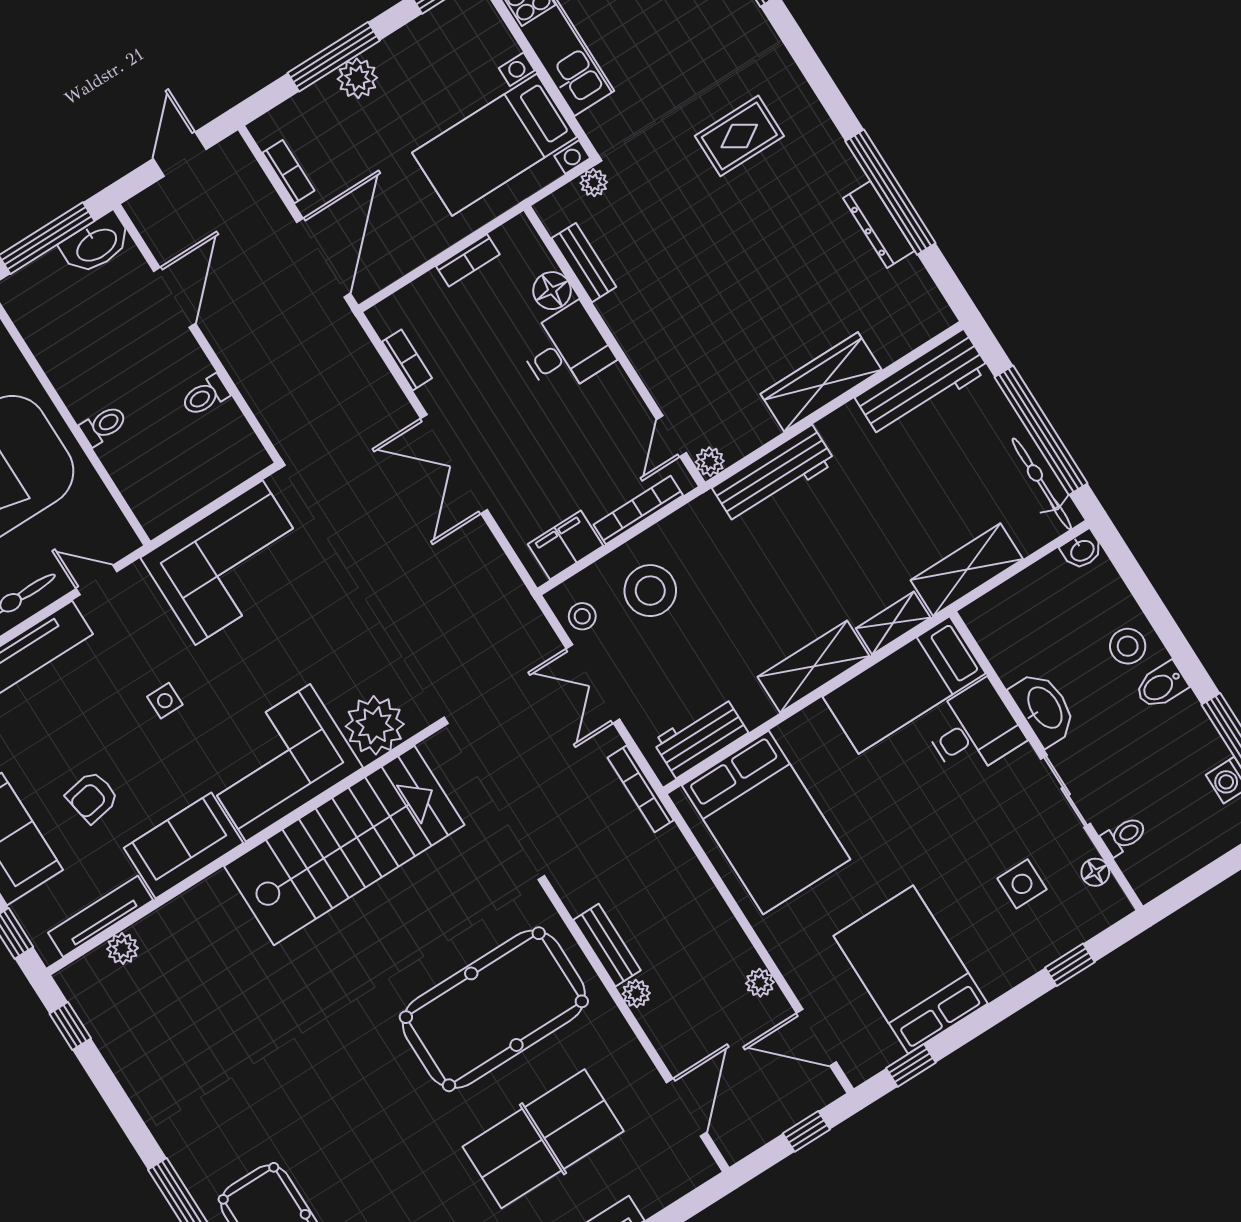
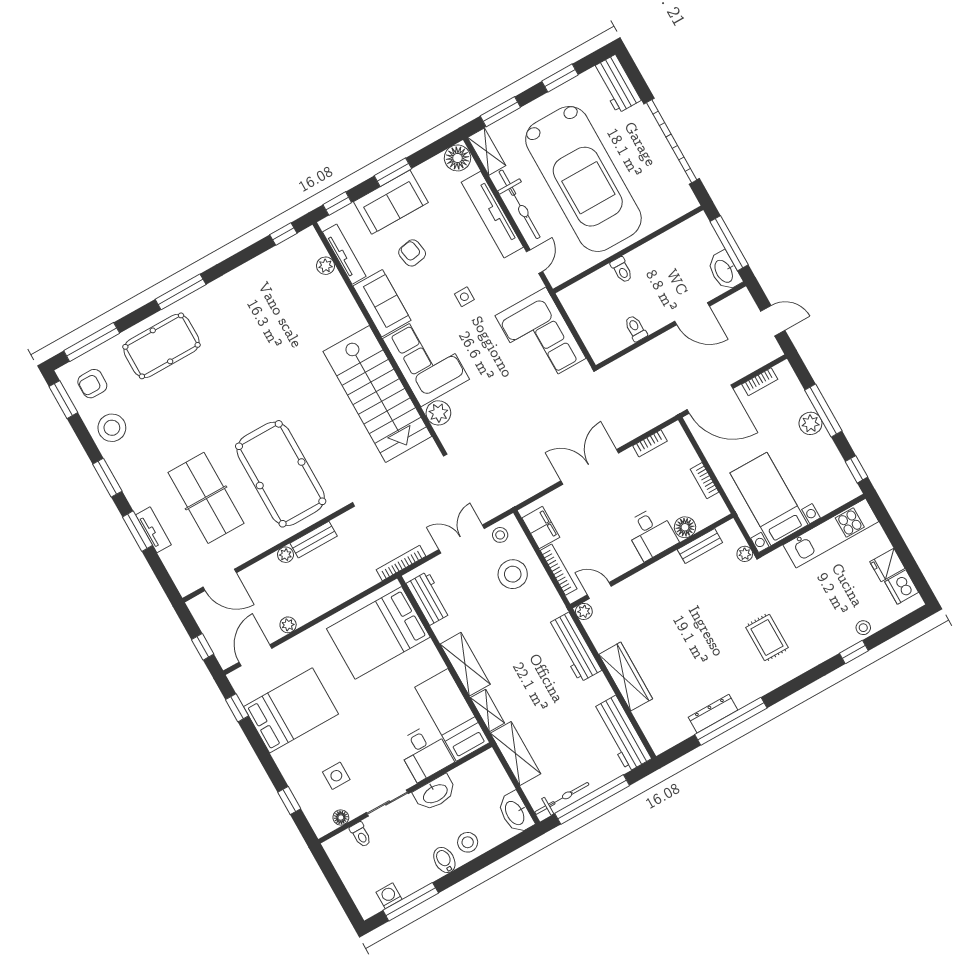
washbasin: (1082, 550) -> (515, 813), width x1.91, depth x1.45
plant: (375, 725) -> (438, 413), width x0.73, depth x0.73

